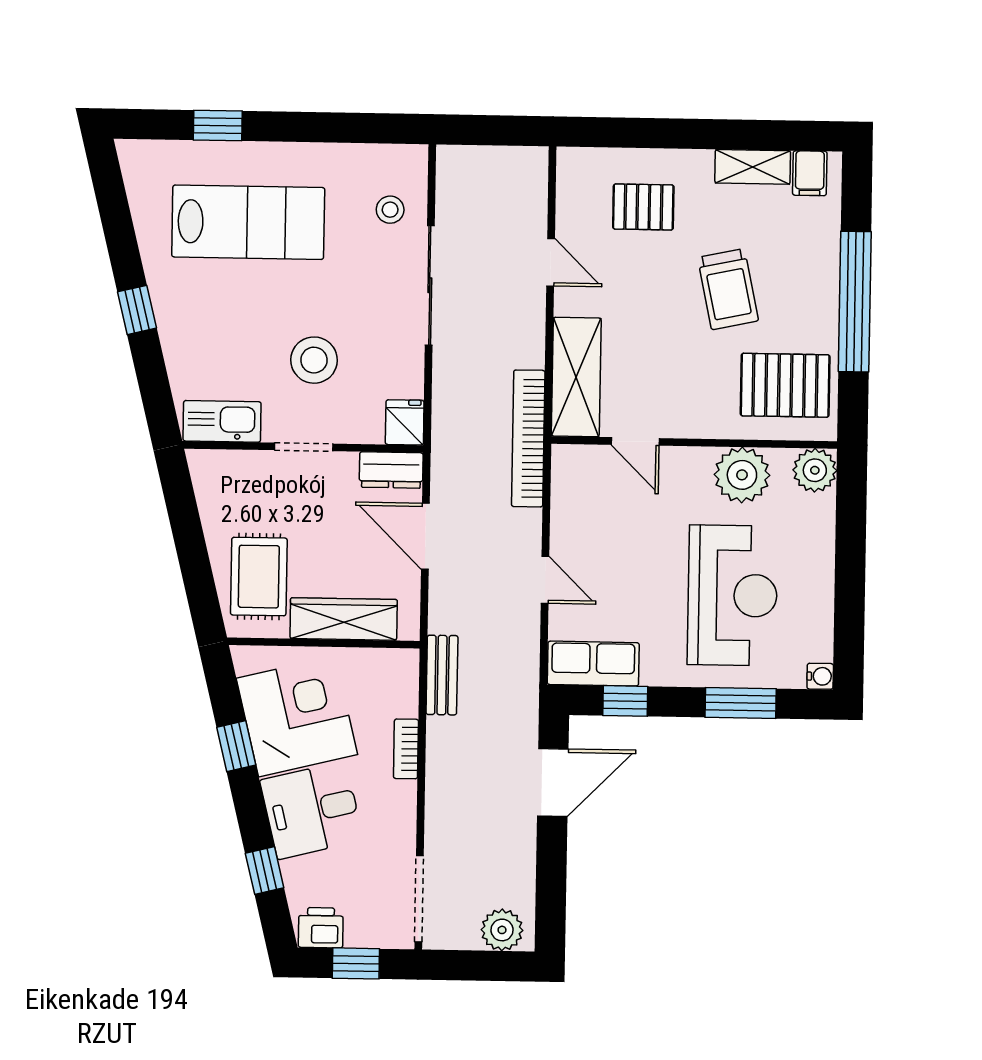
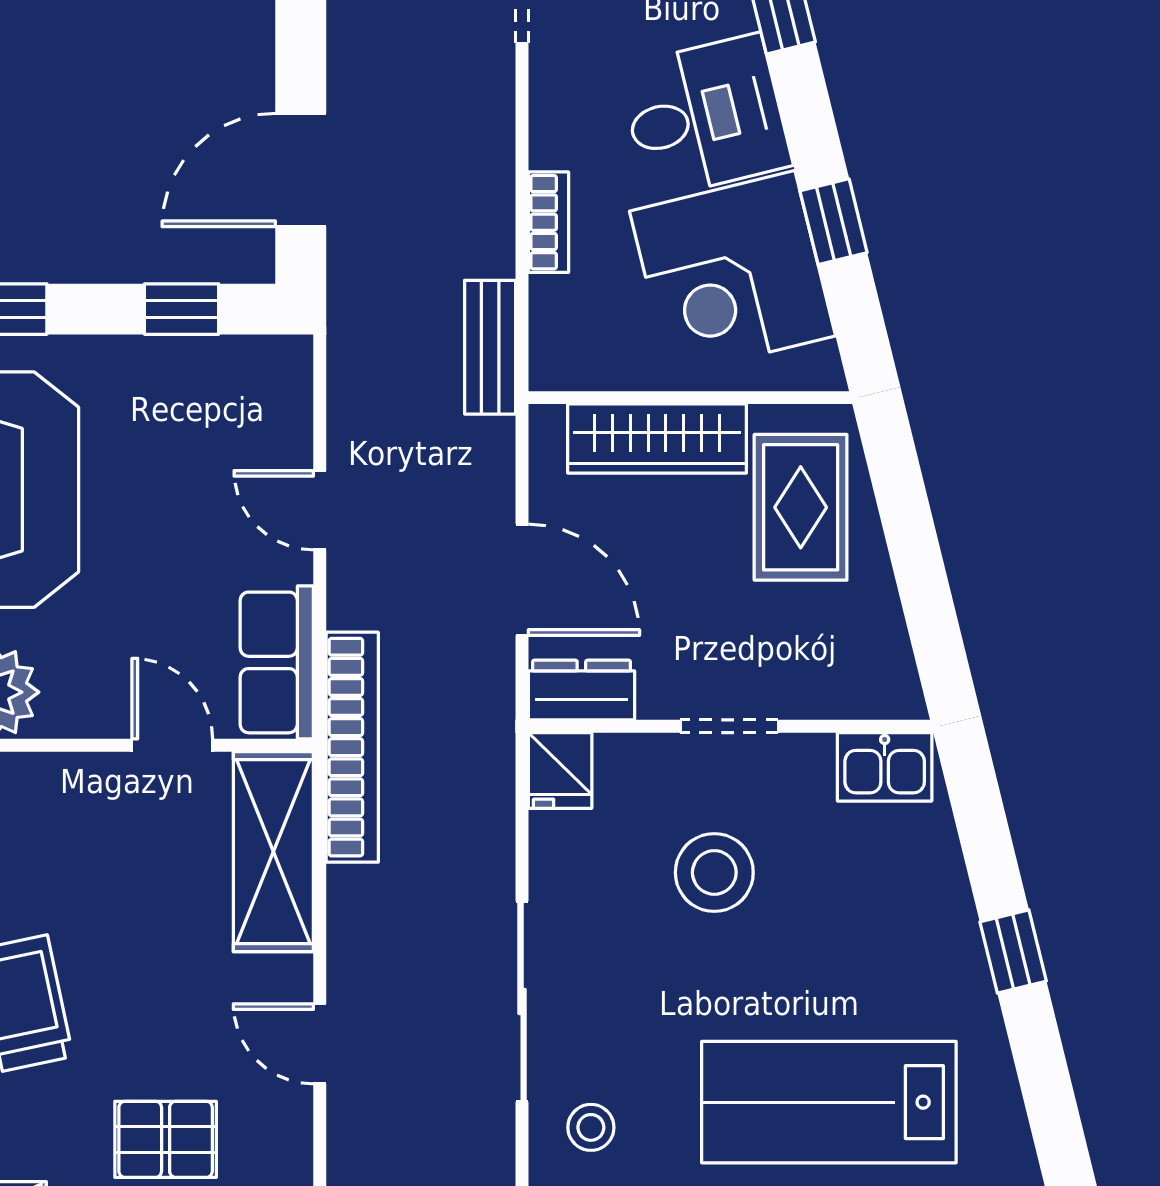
kitchen sink: (222, 421) -> (885, 767), width x0.73
row of seats: (593, 664) -> (277, 662), moved, turned 90

